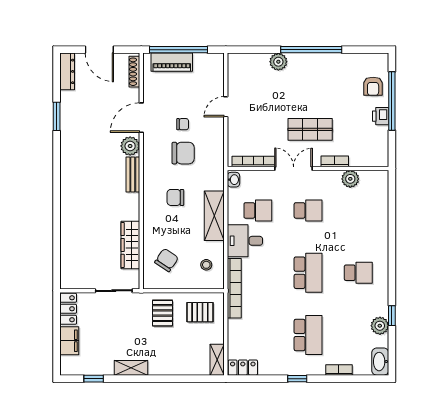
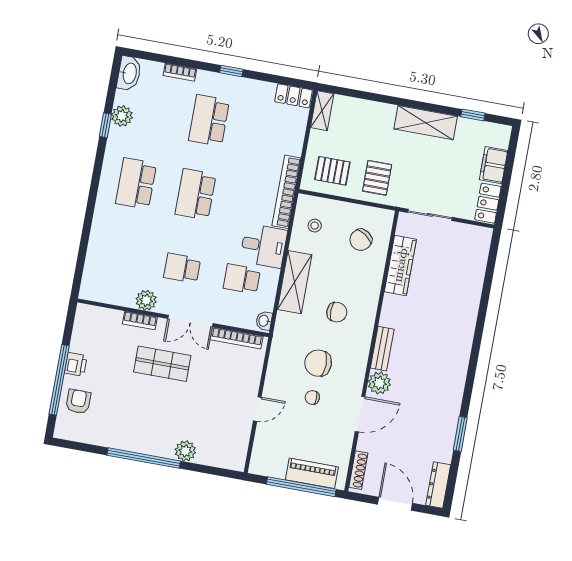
plant: (350, 179) -> (146, 300), moved
school desk: (358, 273) -> (136, 183), width x1.85
shelving: (131, 368) -> (426, 123), width x1.50, depth x1.33

